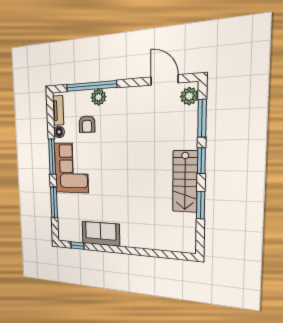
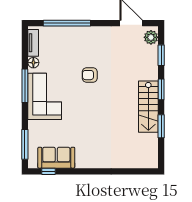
plant: (98, 97) -> (73, 33), removed
window: (202, 118) -> (161, 55), width x0.69
armchair: (87, 124) -> (90, 75), moved, turned 90
window: (54, 202) -> (25, 144), moved
sofa: (101, 234) -> (56, 158), moved

